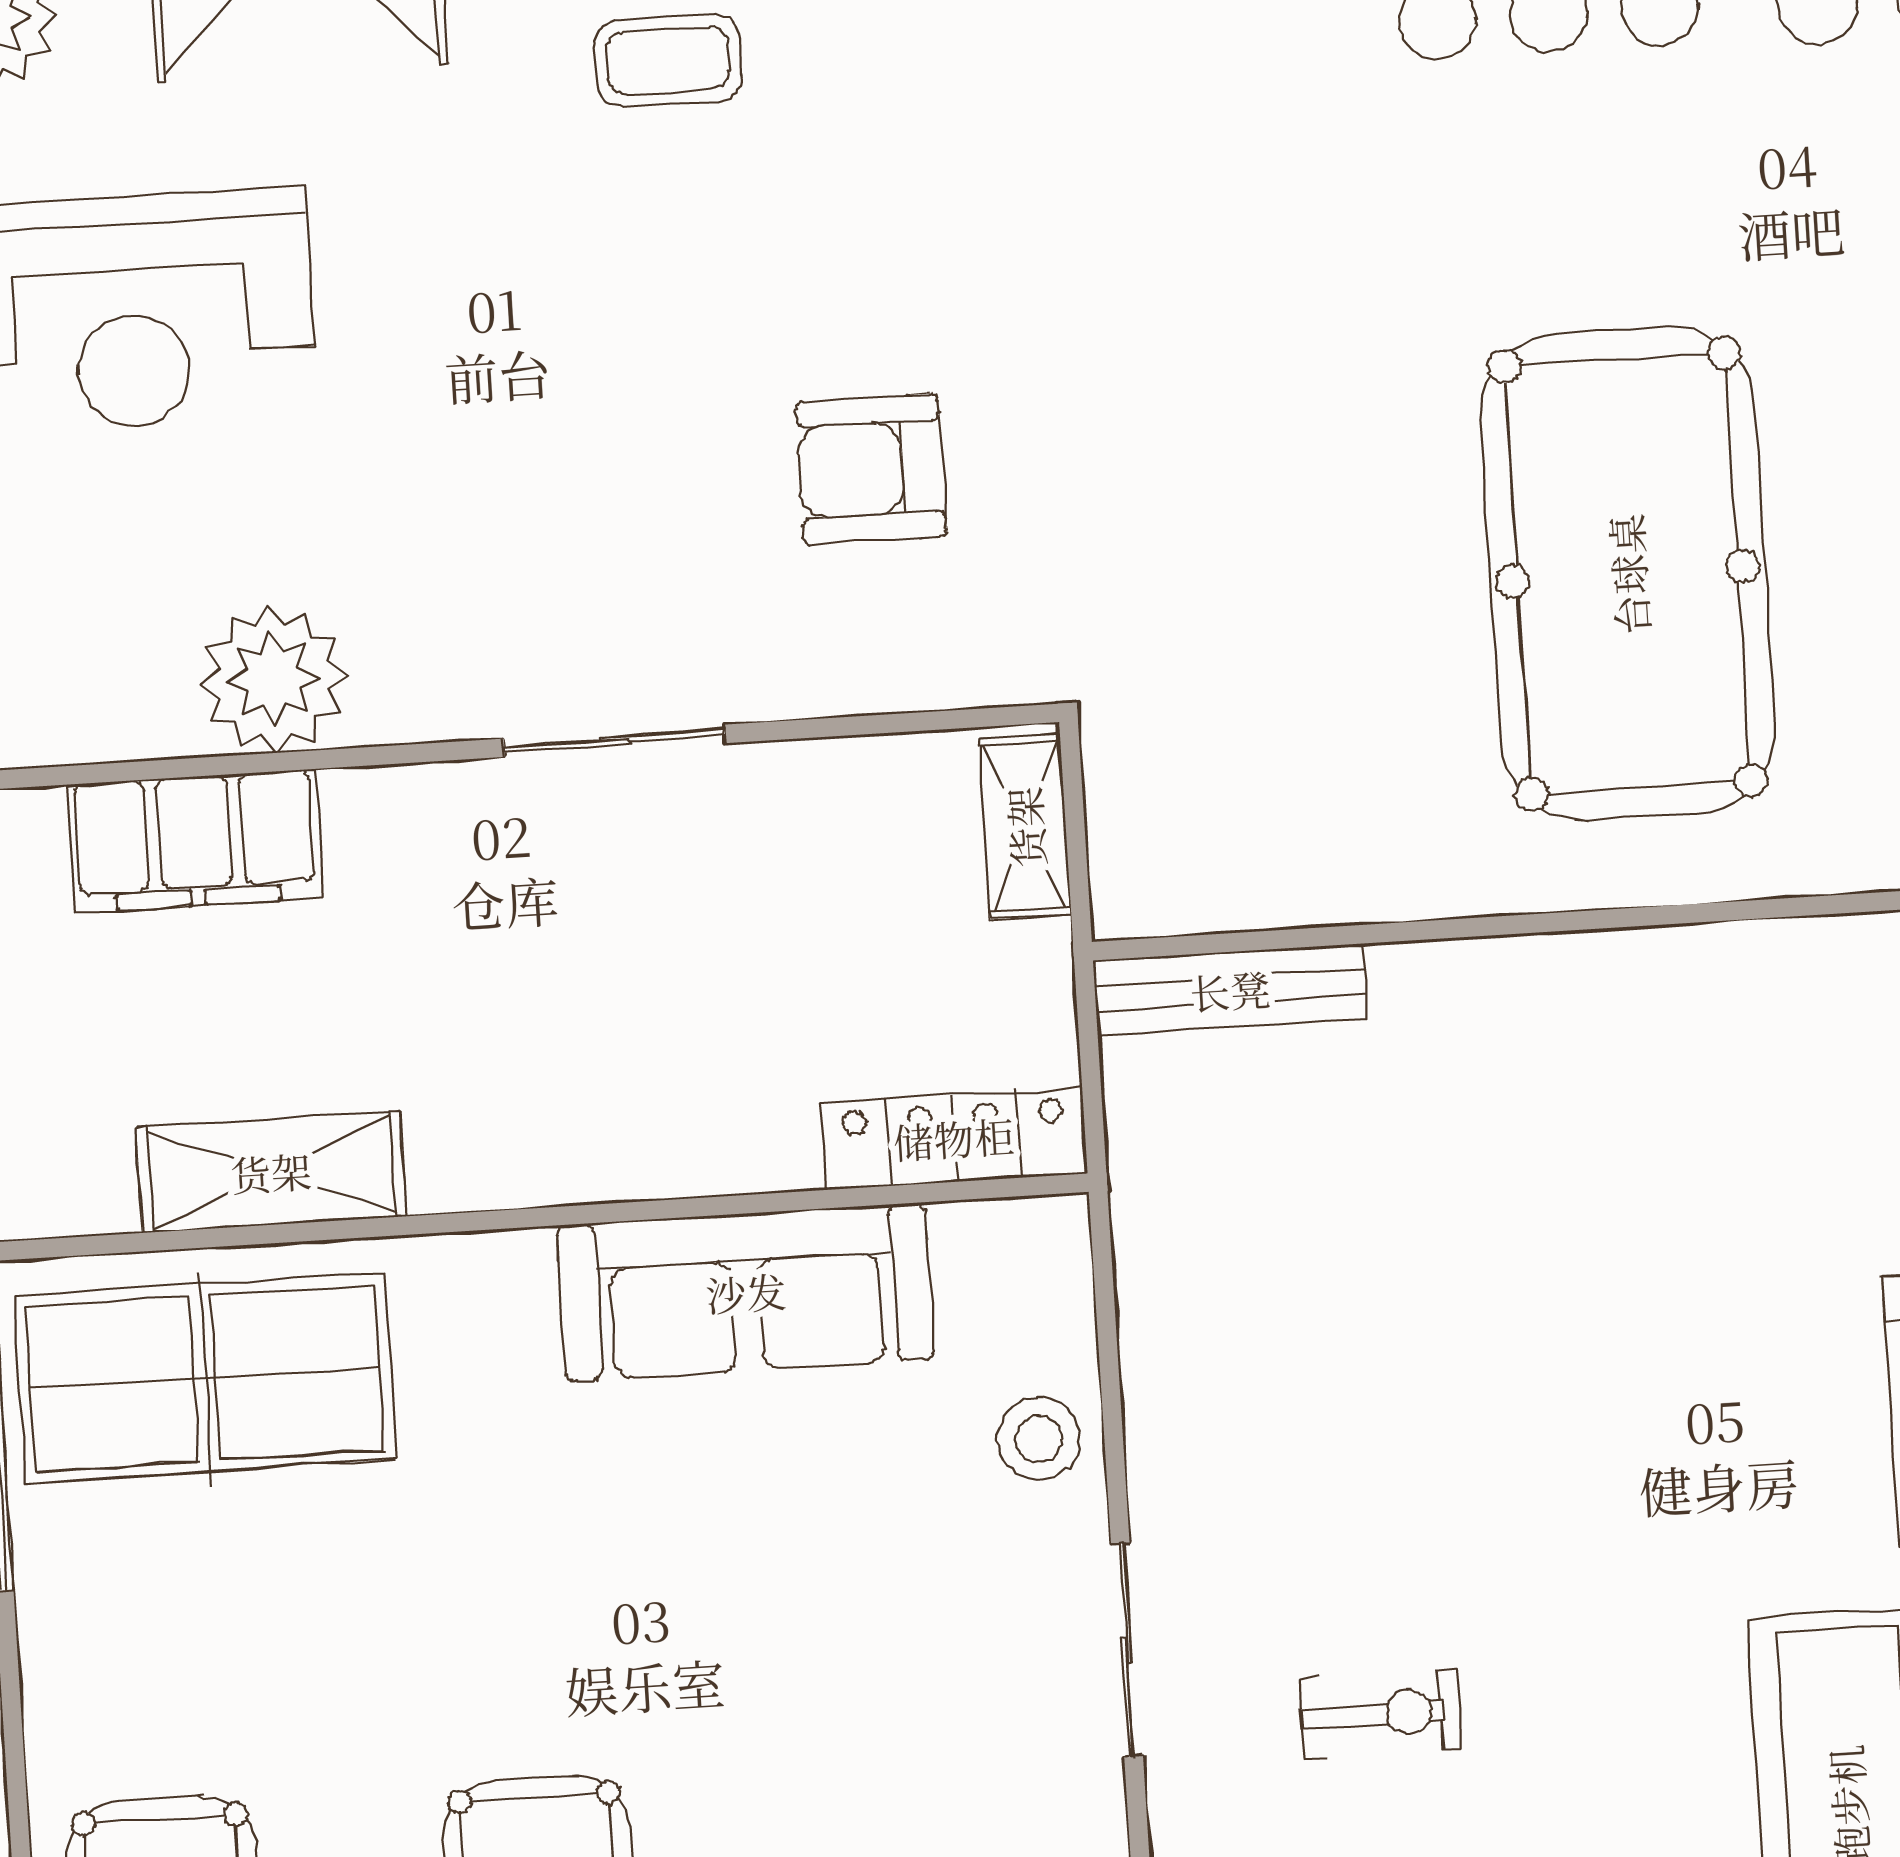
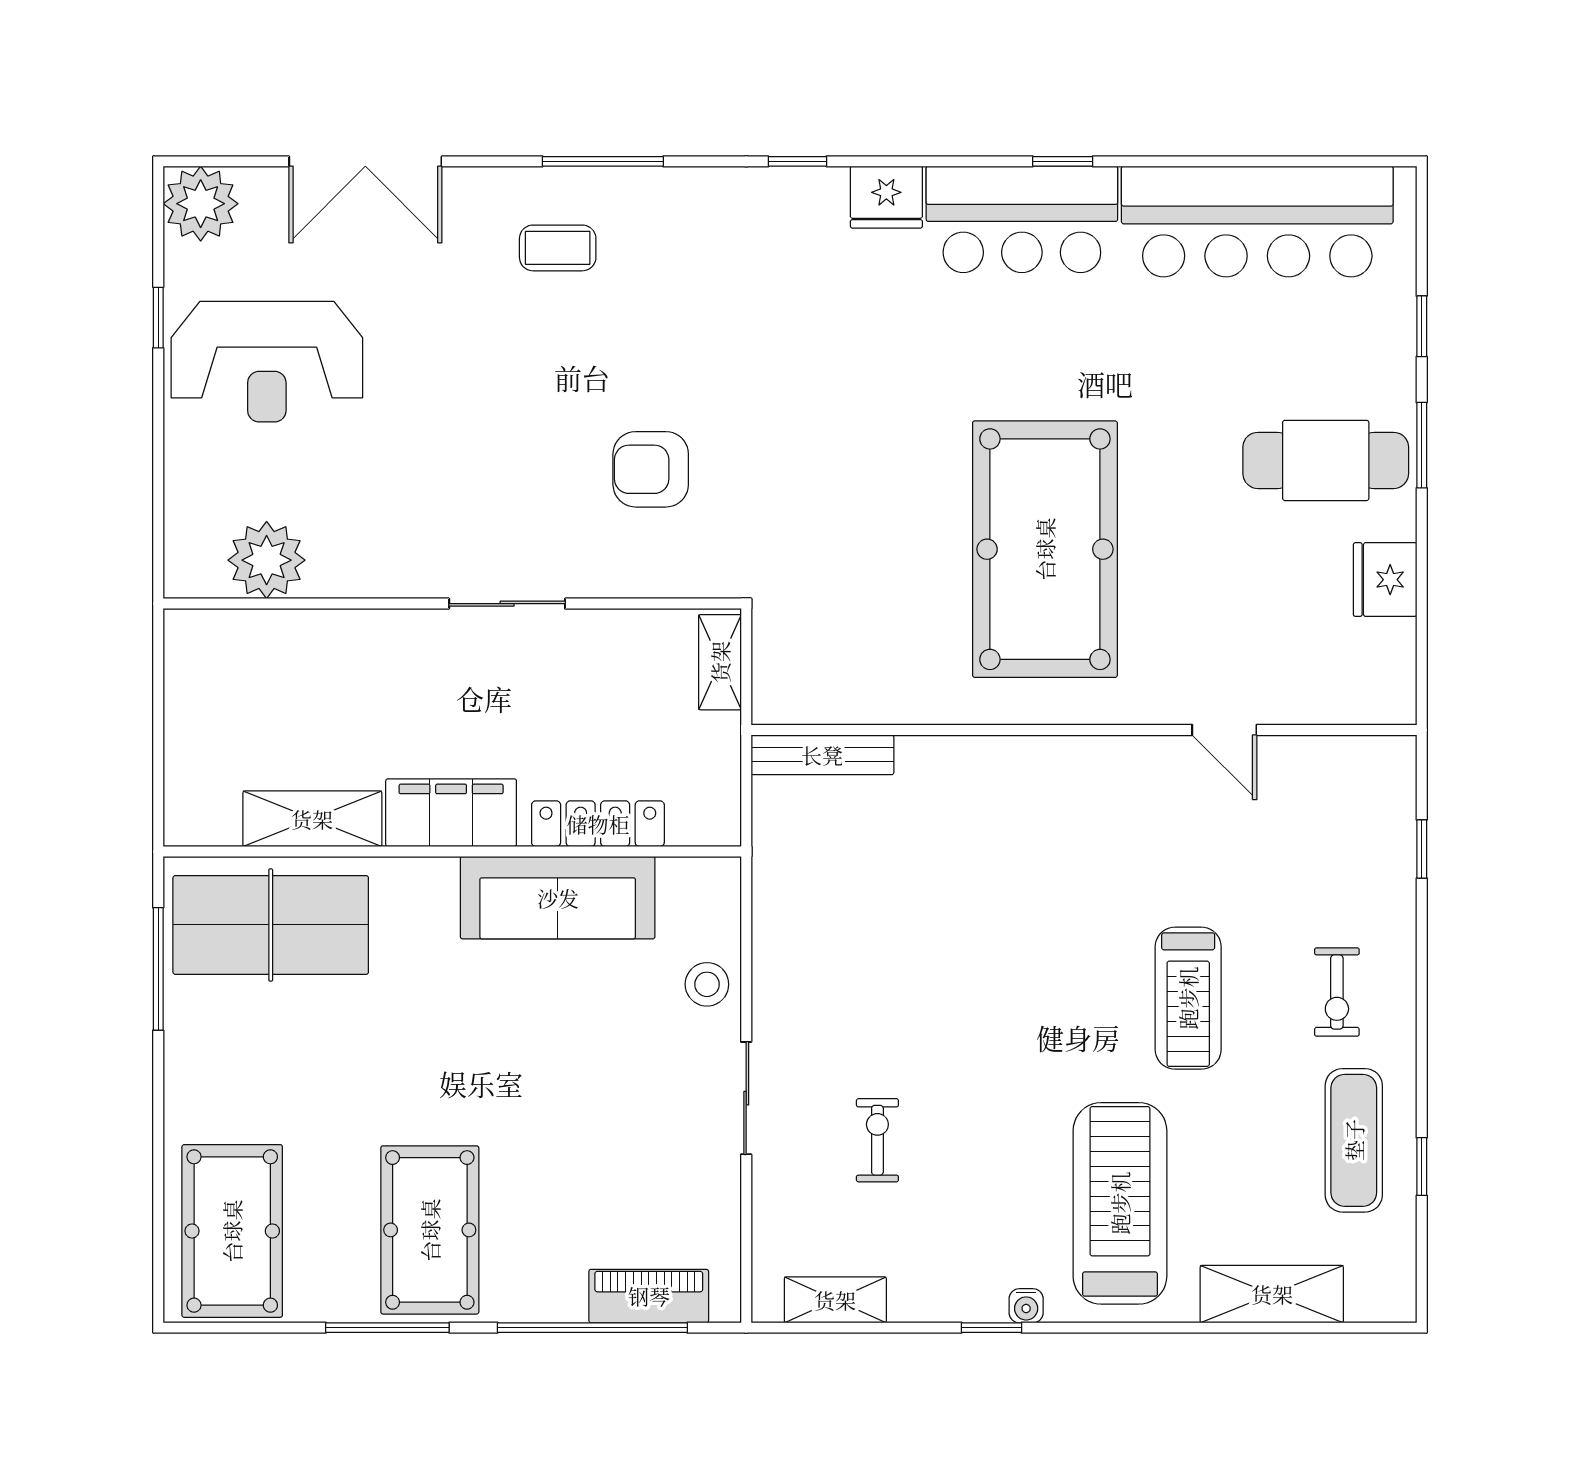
plant: (273, 679) -> (267, 560), moved
filing cabinet: (195, 841) -> (451, 813), moved, turned 180
locker: (954, 1138) -> (598, 824), moved
exercise bike: (1381, 1714) -> (877, 1140), turned -90

